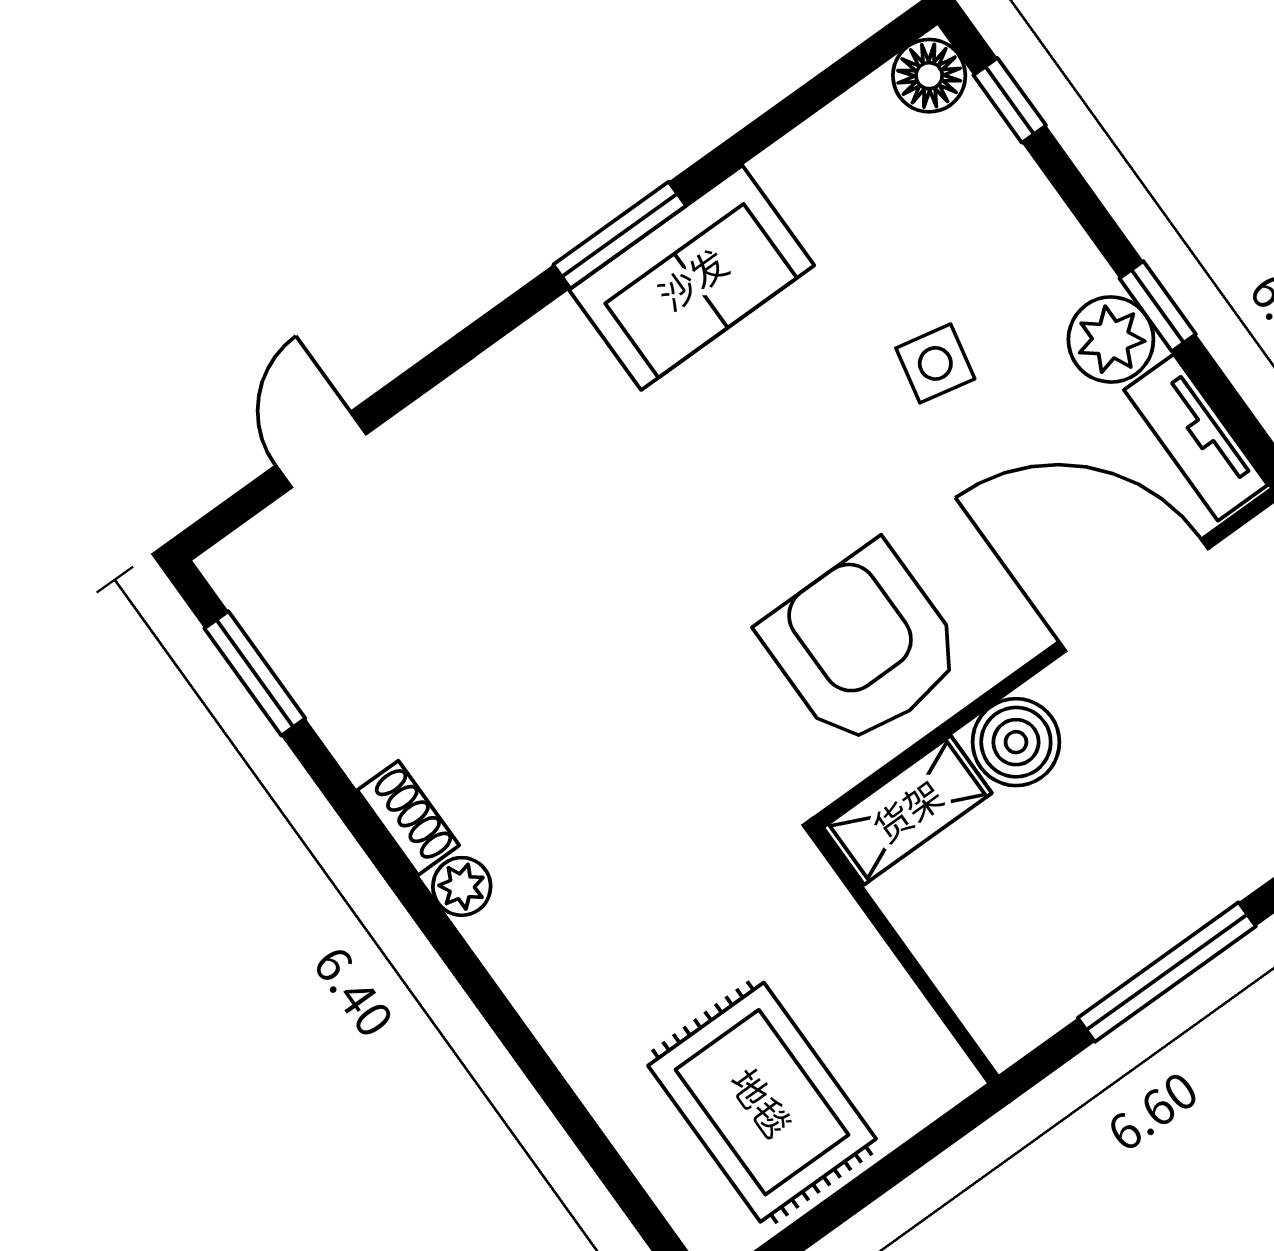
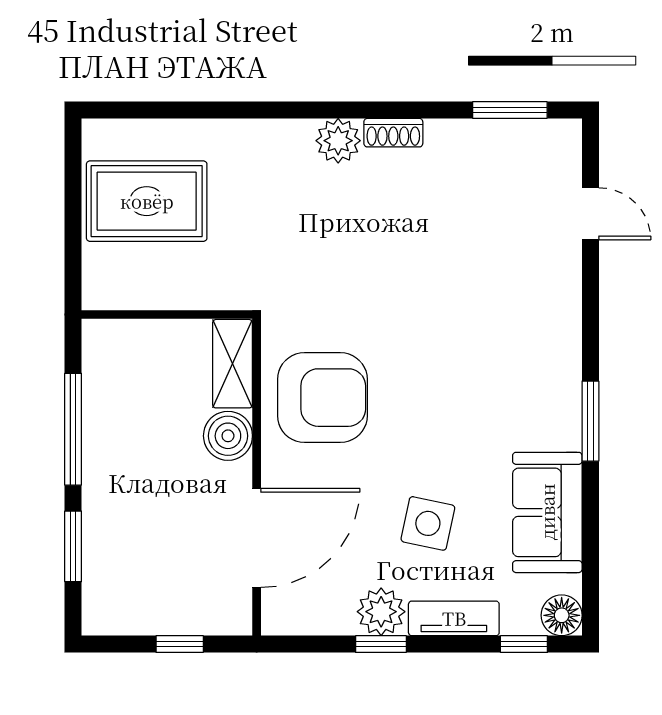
sofa: (692, 278) -> (547, 512), moved
side table: (935, 363) -> (428, 523), width x1.37, depth x1.37
tv unit: (1196, 437) -> (454, 618), moved
plant: (462, 886) -> (338, 141), width x1.38, depth x1.38

